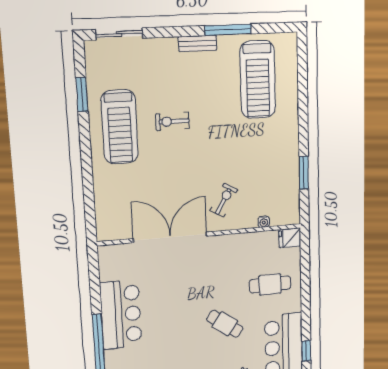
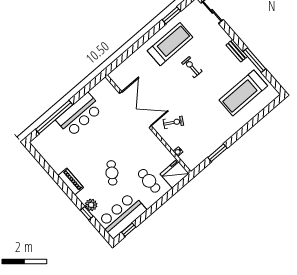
treadmill: (120, 127) -> (170, 44), turned 180
fridge: (290, 238) -> (175, 174), width x1.88, depth x1.34

